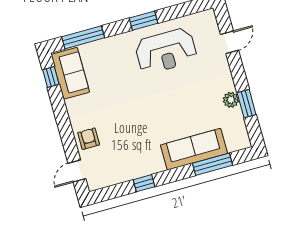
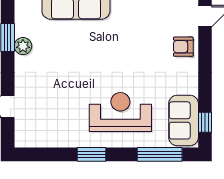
reception desk: (166, 51) -> (120, 112), moved
armchair: (89, 139) -> (183, 47), turned 90

